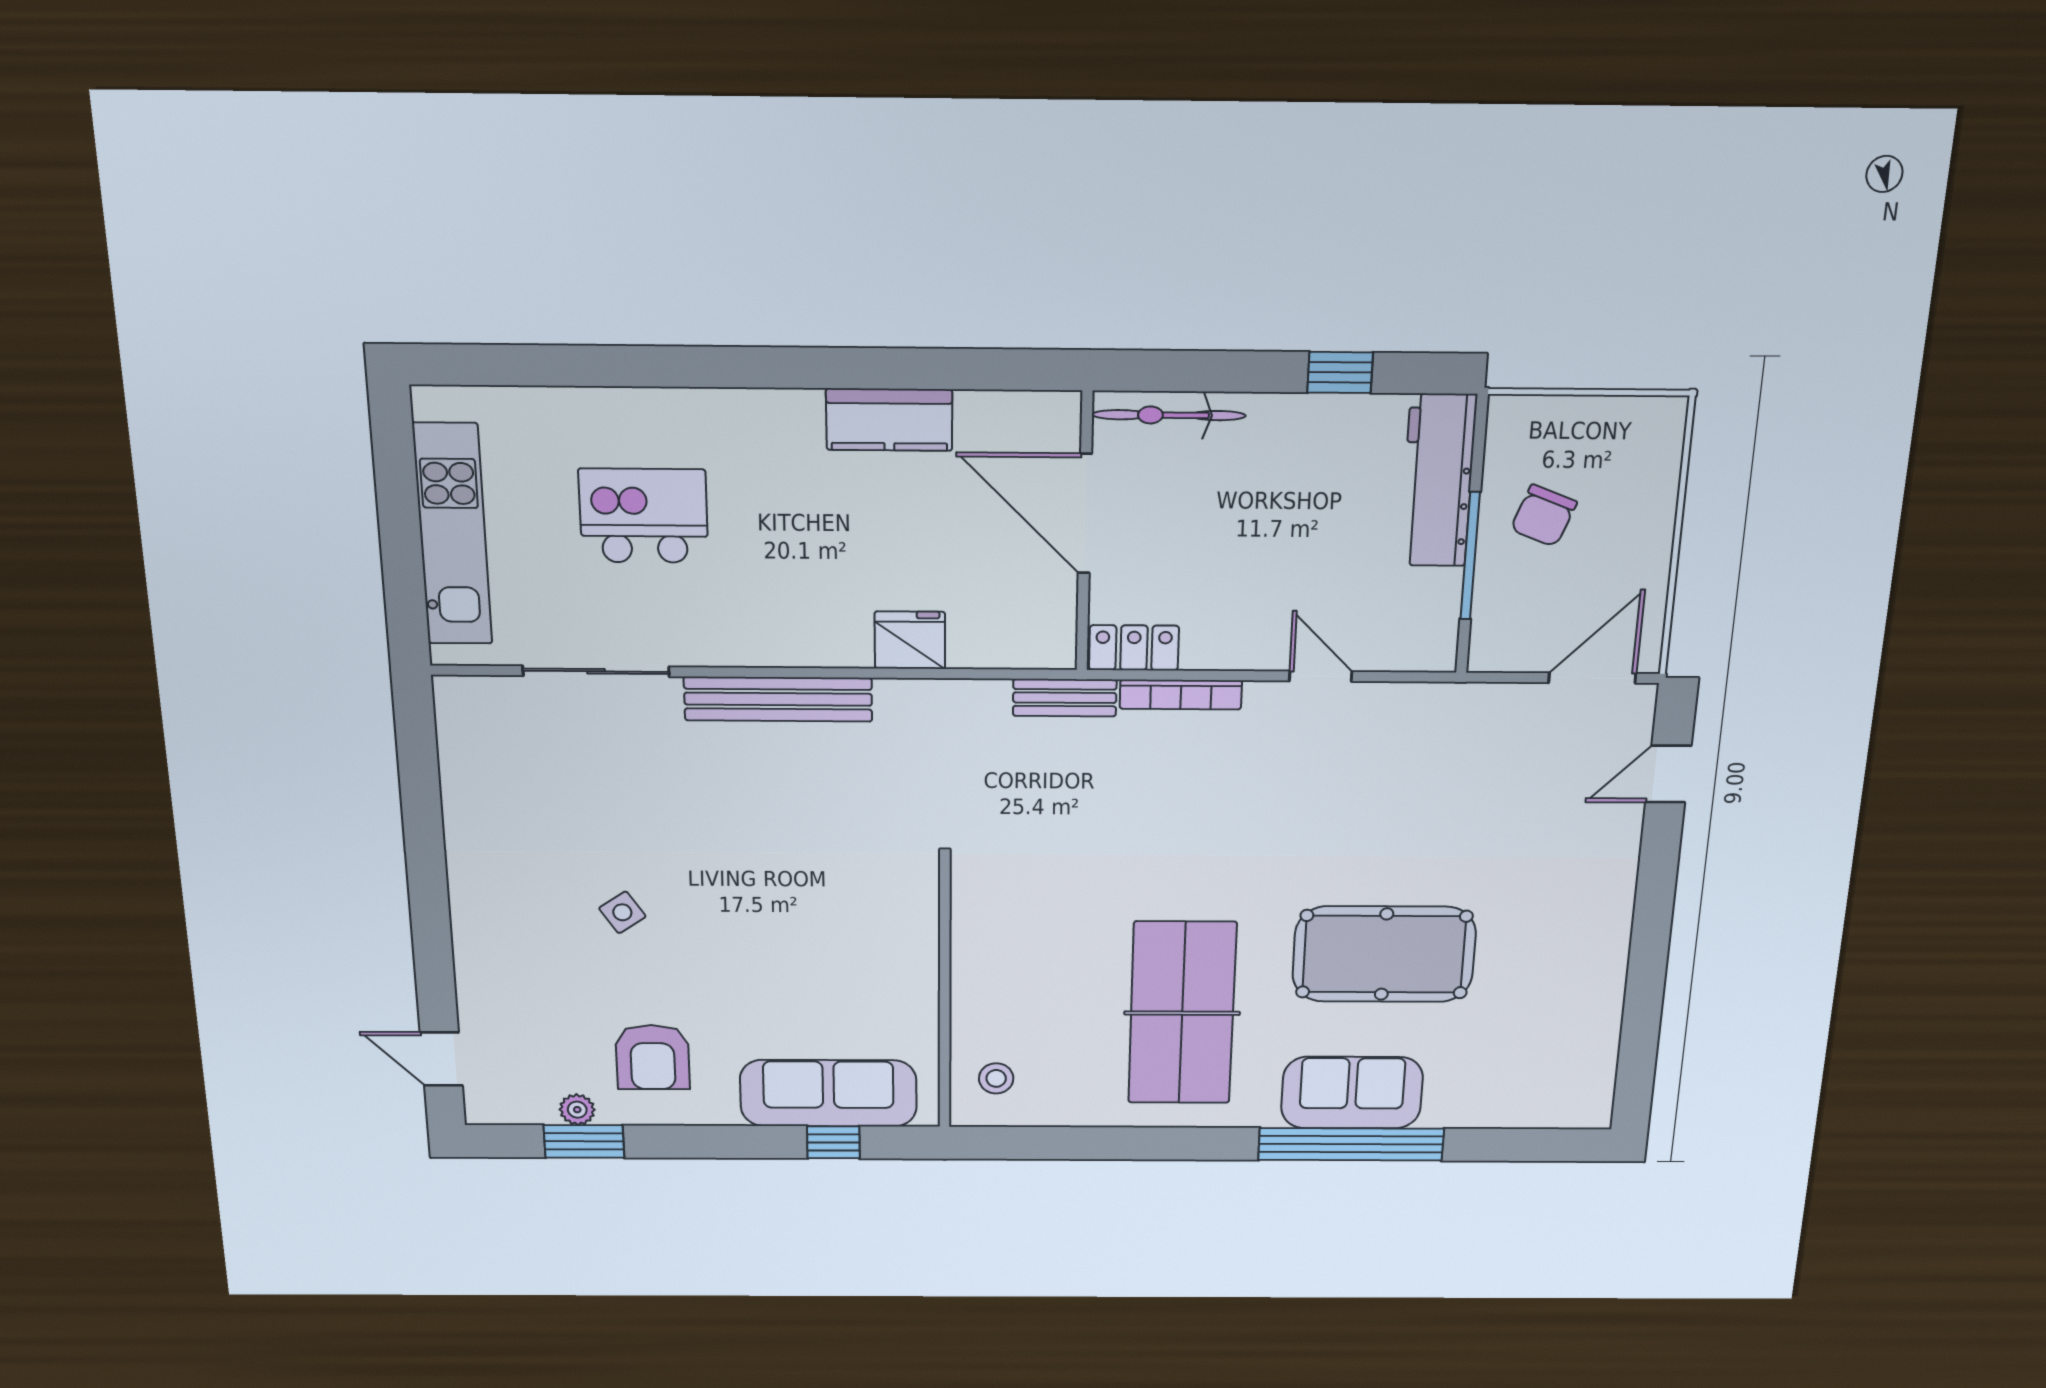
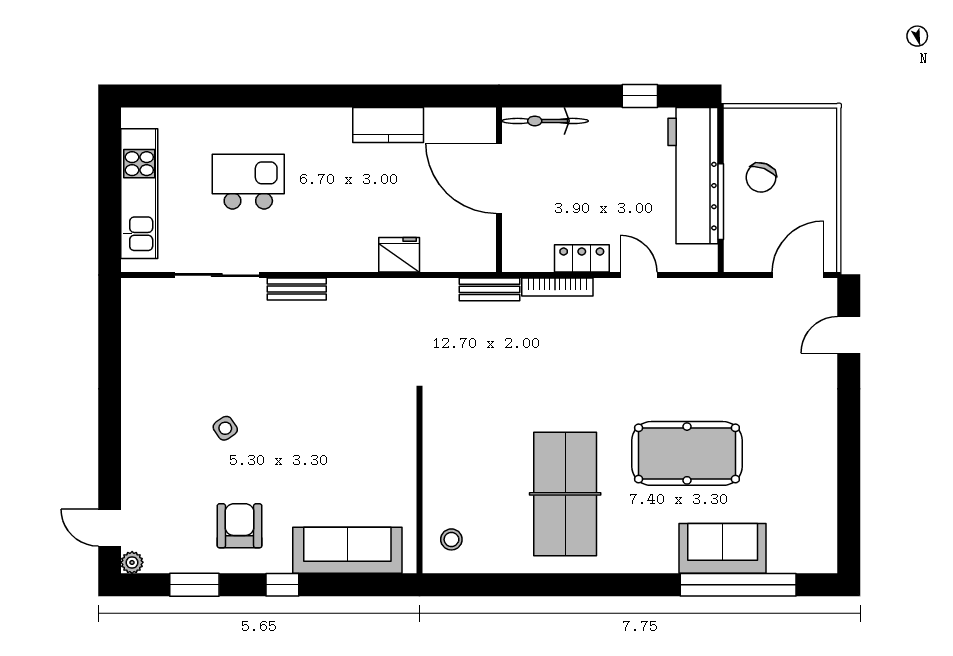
workbench: (1438, 481) -> (693, 176), width x1.36, depth x1.32
locker: (1134, 648) -> (582, 258), moved
bench: (778, 699) -> (297, 289), width x0.54, depth x0.82
armchair: (653, 1057) -> (240, 526), turned 180
sofa: (1352, 1093) -> (723, 548), moved
plant: (577, 1110) -> (132, 562), moved
window: (833, 1142) -> (282, 585), moved
window: (1351, 1144) -> (738, 585), moved

